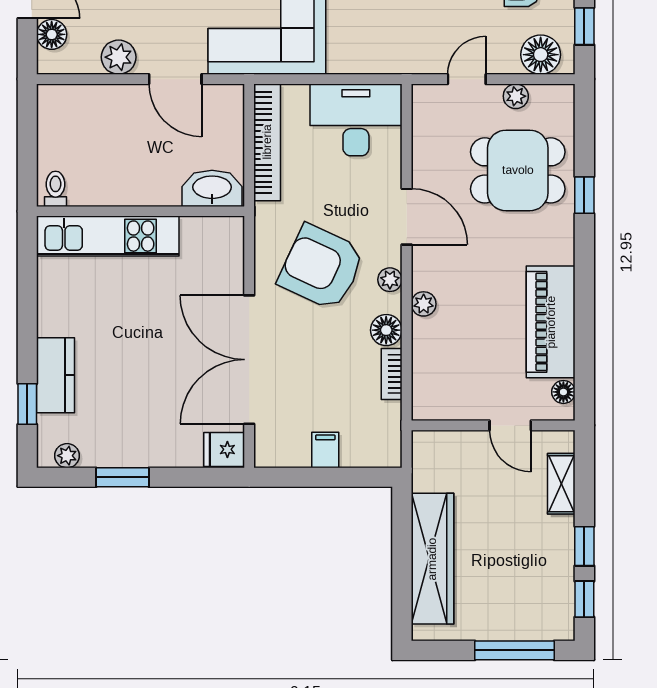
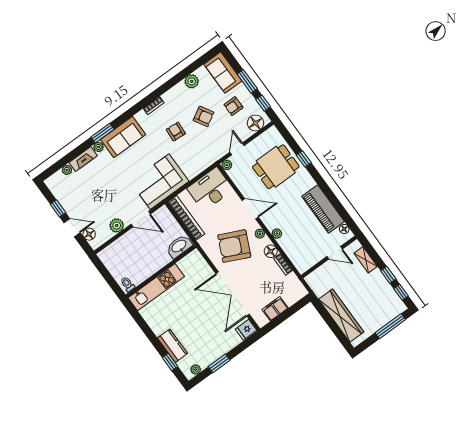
plant: (516, 96) -> (227, 165), moved
filing cabinet: (325, 450) -> (275, 309), width x2.00

